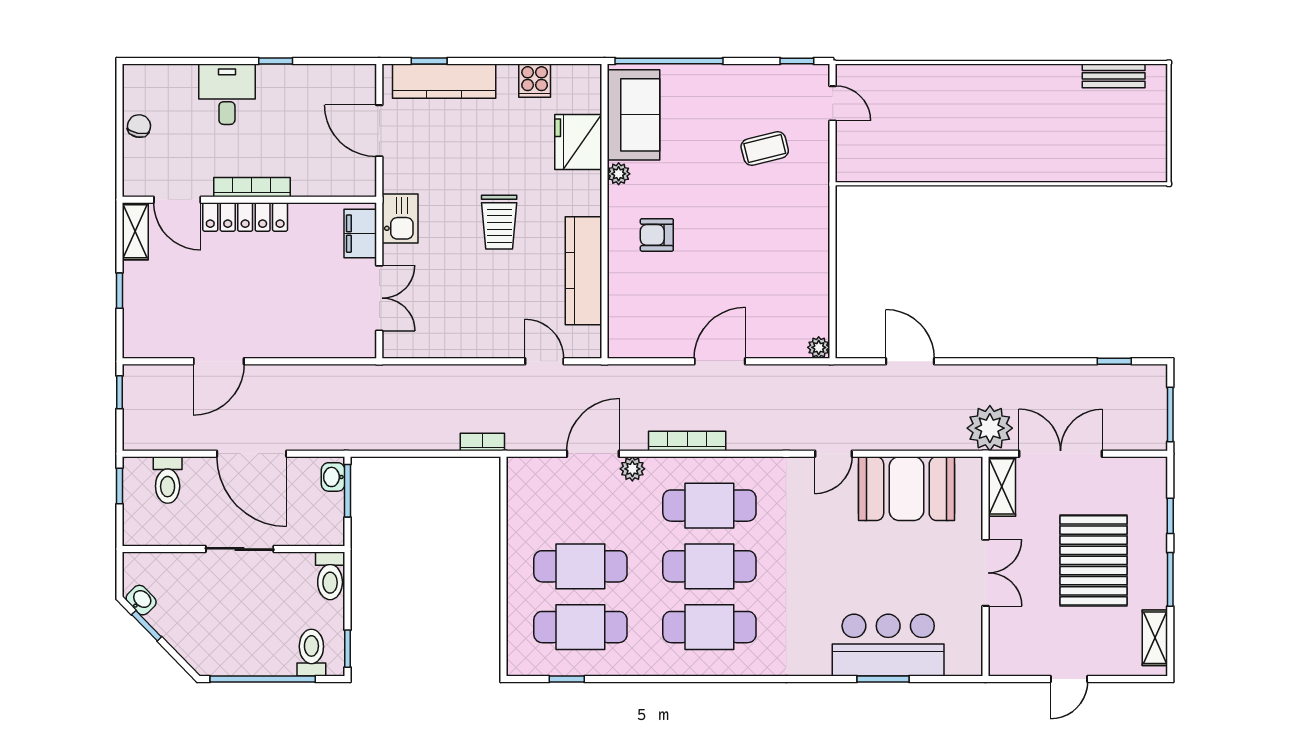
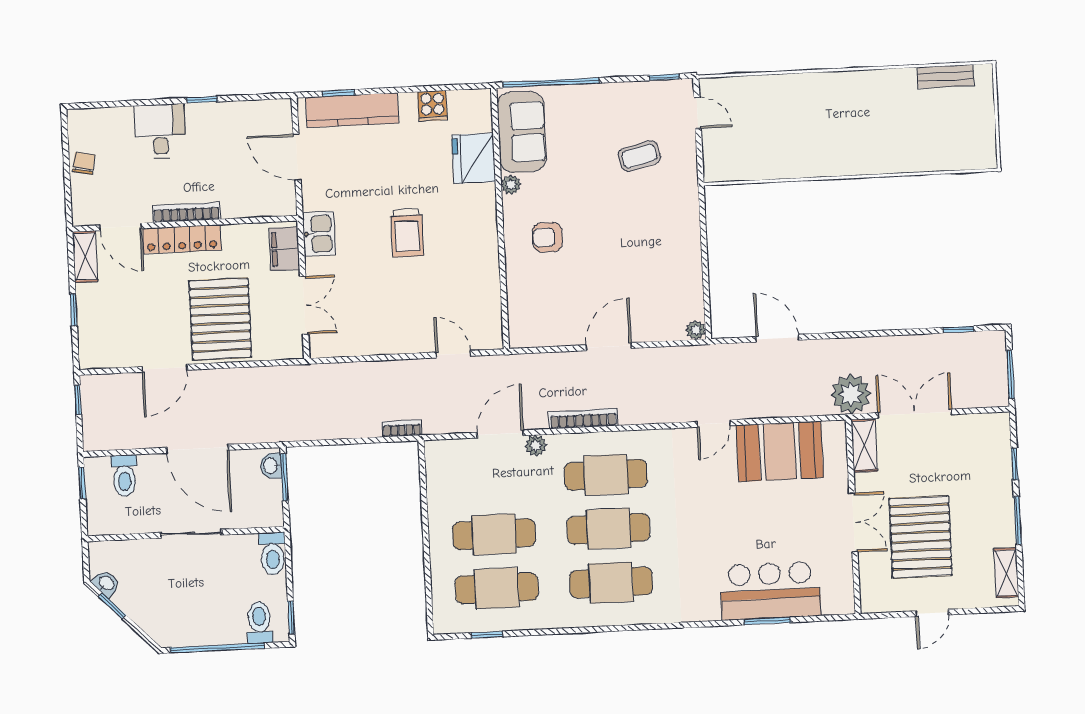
kitchen counter: (584, 271) -> (484, 272), removed
pallet: (284, 309) -> (220, 319), added
pallet: (1094, 560) -> (921, 537), moved

